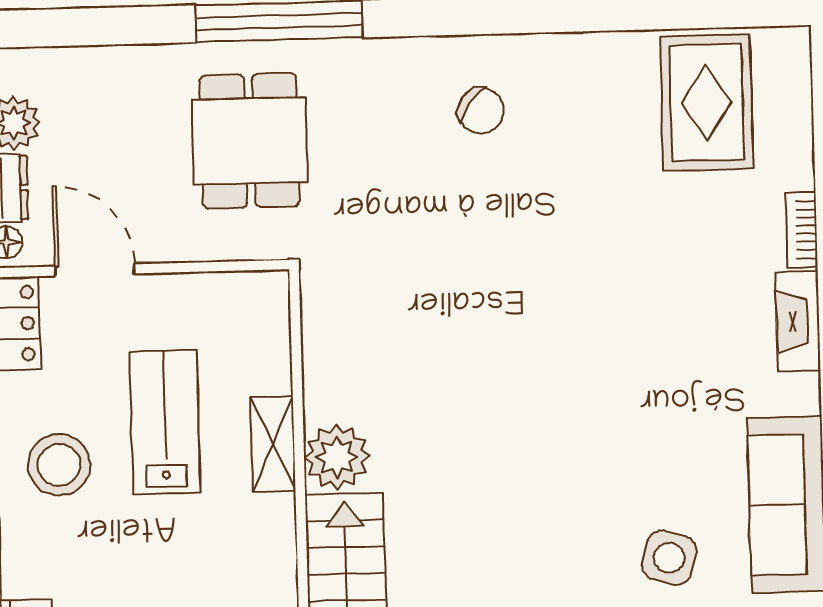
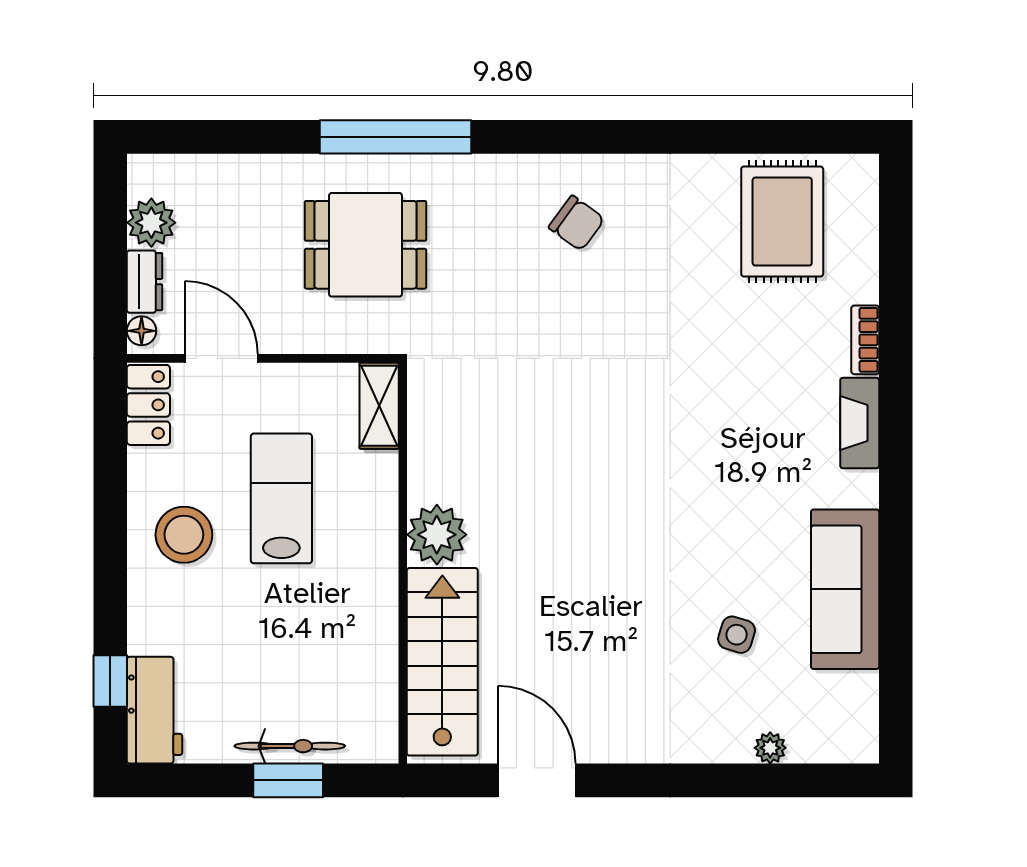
dining table: (250, 141) -> (365, 245), turned 90
shelving: (273, 444) -> (379, 406), moved
side table: (669, 558) -> (737, 635), width x0.73, depth x0.73

